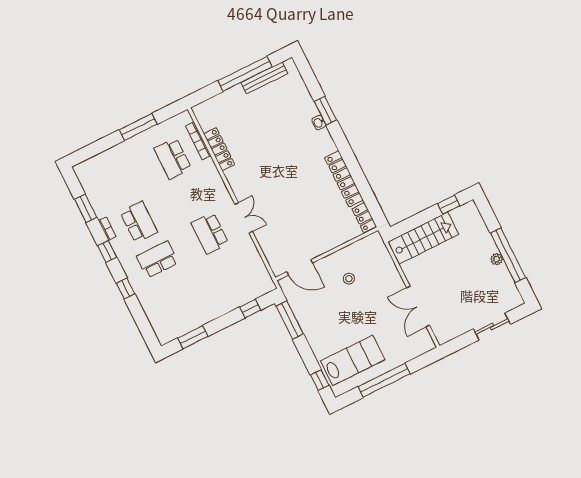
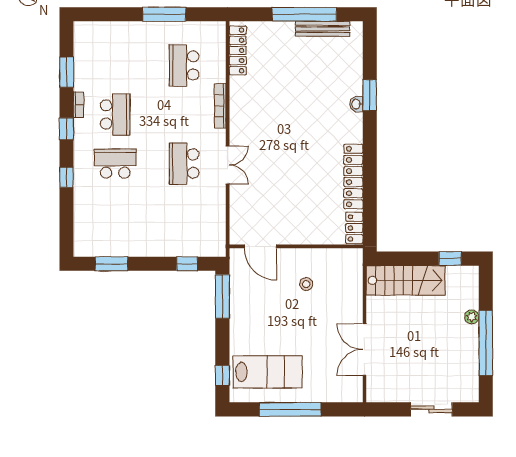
bookcase: (198, 141) -> (220, 106), moved
locker: (219, 149) -> (238, 50), moved
plant: (497, 259) -> (472, 317), moved

